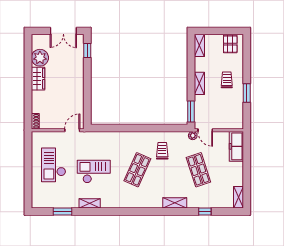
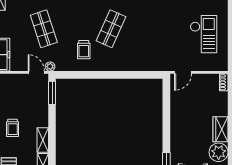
shelving: (199, 83) -> (43, 140), moved
checkout: (94, 171) -> (159, 27), removed

